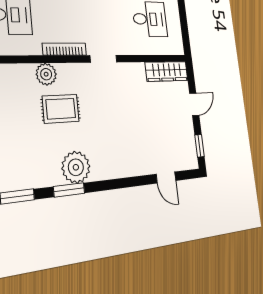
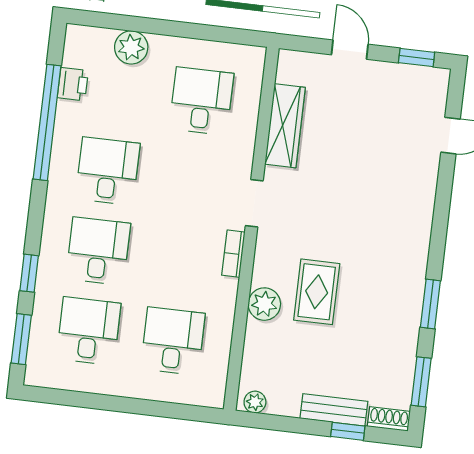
bookcase: (65, 49) -> (233, 254), width x0.64
wardrobe: (167, 71) -> (285, 126), moved
plant: (76, 167) -> (402, 286), removed

